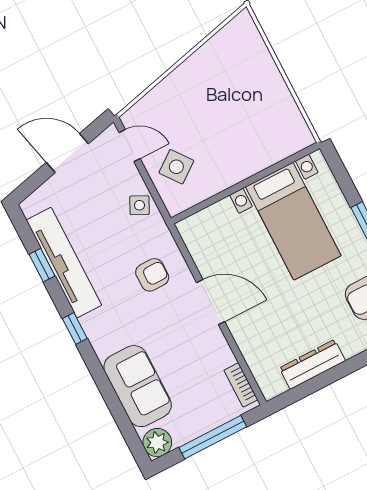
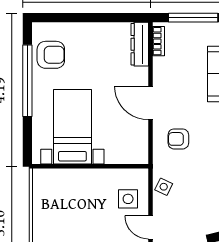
side table: (176, 167) -> (128, 199), turned 37
dresser: (312, 364) -> (140, 44), moved, turned 90

